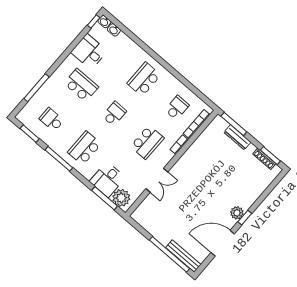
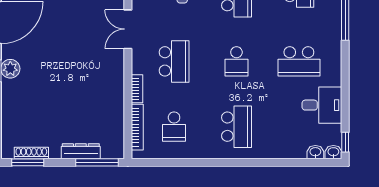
school desk: (147, 142) -> (174, 61), turned 180

